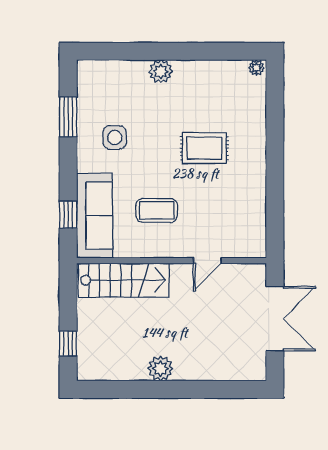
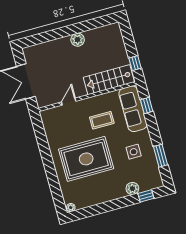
window: (115, 51) -> (146, 196), added
plant: (161, 71) -> (132, 189), moved
rug: (204, 148) -> (86, 159), width x1.86, depth x2.06
window: (68, 343) -> (135, 63), moved

